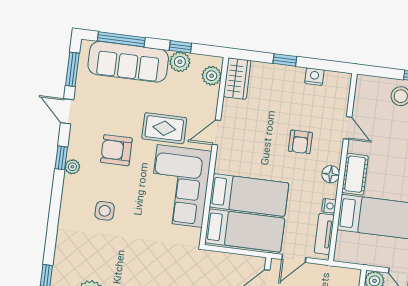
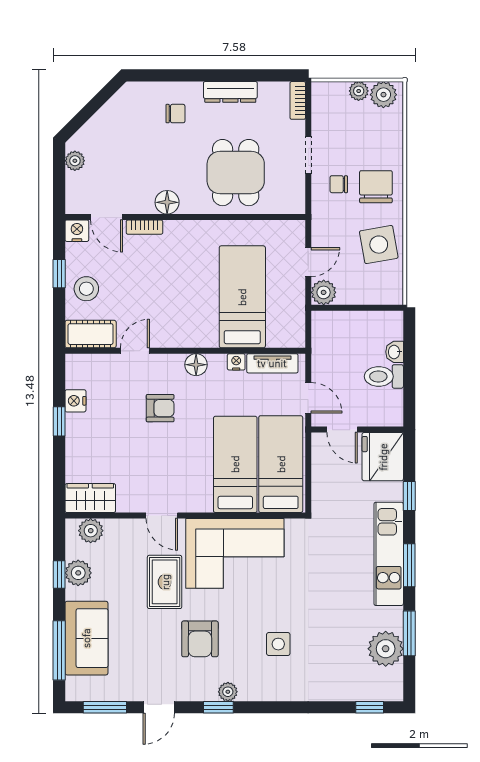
window: (285, 60) -> (59, 421), moved
sofa: (128, 62) -> (86, 638), width x0.73
cot: (355, 174) -> (91, 334), moved

